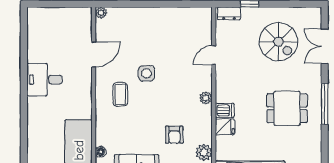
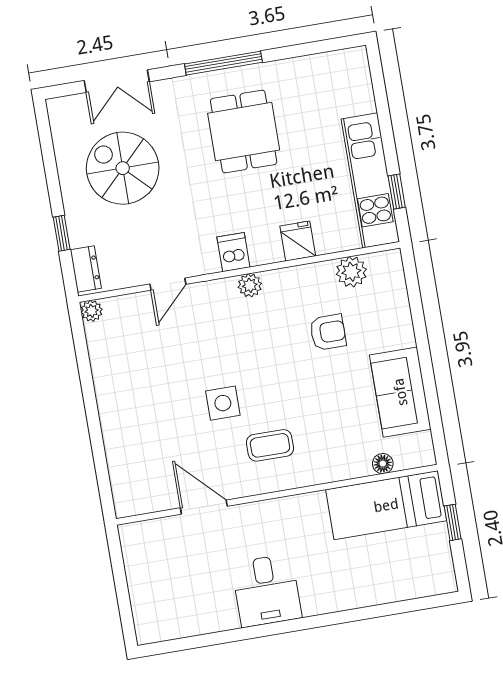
plant: (101, 13) -> (92, 311), moved
spiral stairs: (278, 42) -> (123, 168), turned -90
door: (214, 55) -> (168, 284), hinge flipped
dishwasher: (225, 110) -> (233, 252), moved

